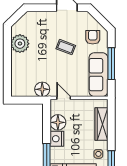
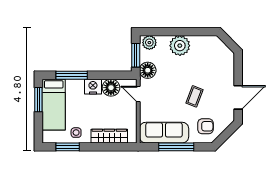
plant: (20, 44) -> (180, 46), moved
plant: (17, 88) -> (149, 43), added
door: (64, 98) -> (138, 94), swing flipped
window: (29, 100) -> (136, 55), added

